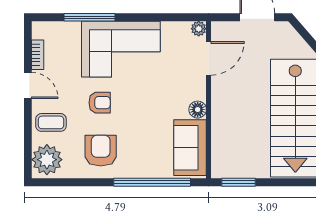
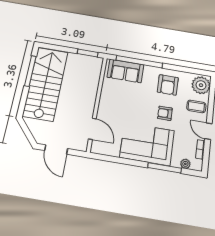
plant: (199, 29) -> (185, 164), moved
door: (209, 58) -> (92, 129), swing flipped
floor lamp: (198, 110) -> (105, 99), removed
sofa: (190, 148) -> (125, 71), moved, turned 90

